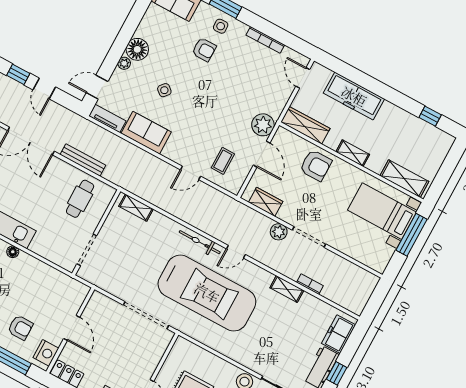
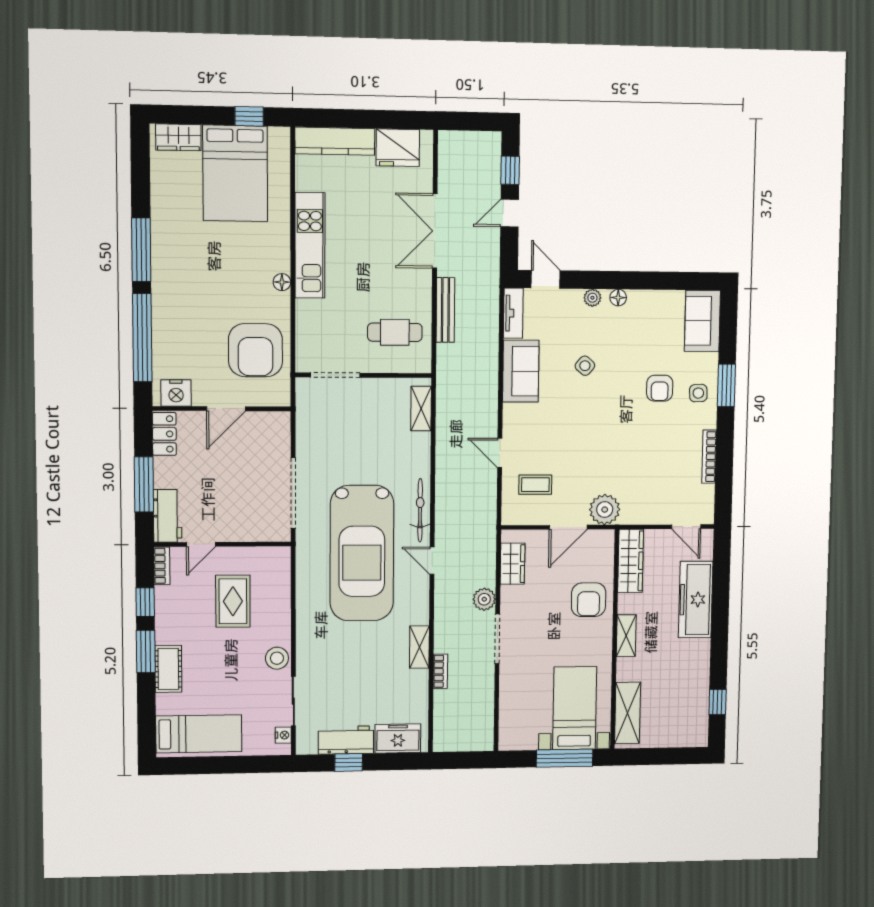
floor lamp: (137, 49) -> (618, 298), width x0.53, depth x0.53
door: (303, 78) -> (686, 527), swing flipped
armchair: (20, 327) -> (255, 350), moved, width x1.88, depth x1.88

